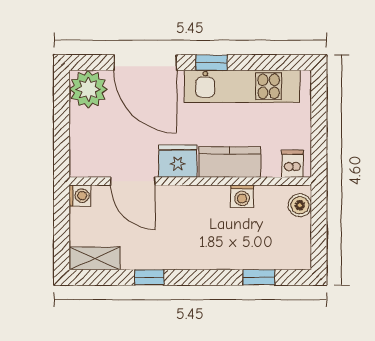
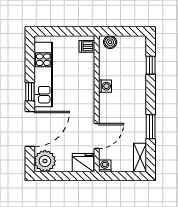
fridge: (178, 161) -> (83, 163), moved, turned 90
kitchen counter: (230, 162) -> (86, 82), removed
washing machine: (242, 196) -> (105, 86), moved
window: (149, 277) -> (151, 127), width x1.50

